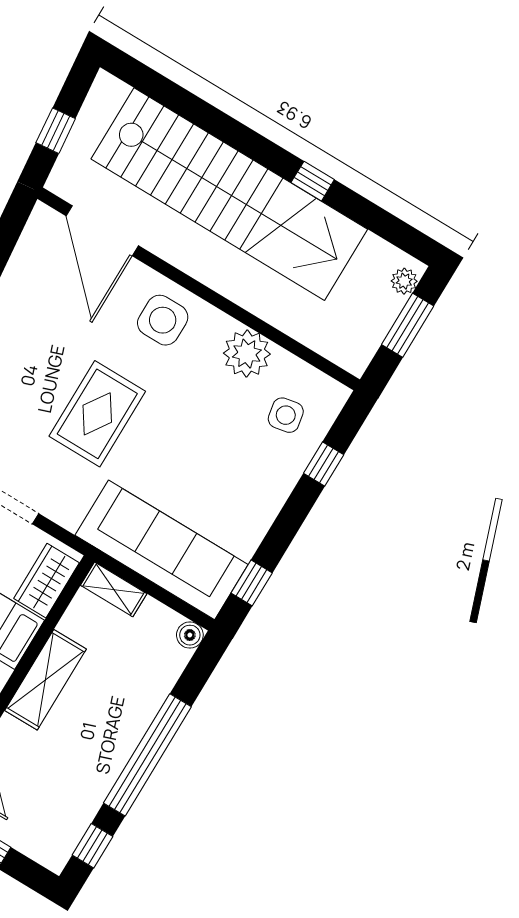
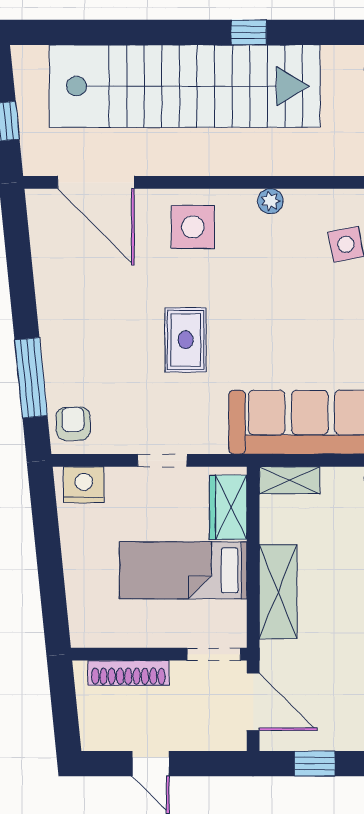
plant: (247, 354) -> (270, 201), width x0.53, depth x0.53
rug: (97, 414) -> (186, 340), width x0.73, depth x0.70

